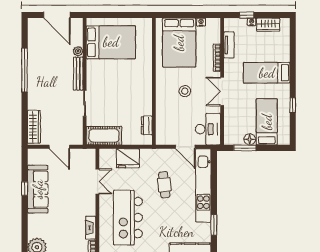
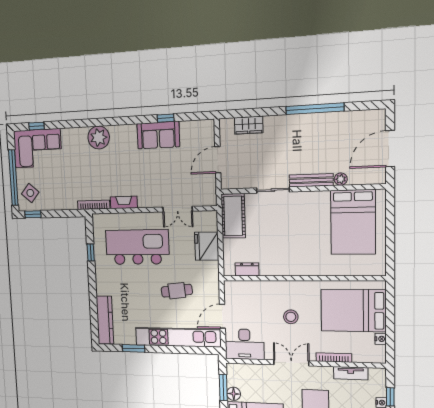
wardrobe: (34, 127) -> (249, 125), width x0.67
sofa: (38, 189) -> (158, 135), width x0.73

